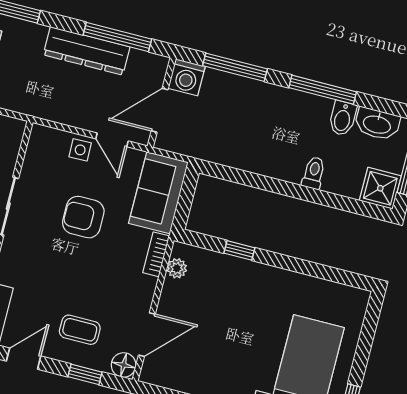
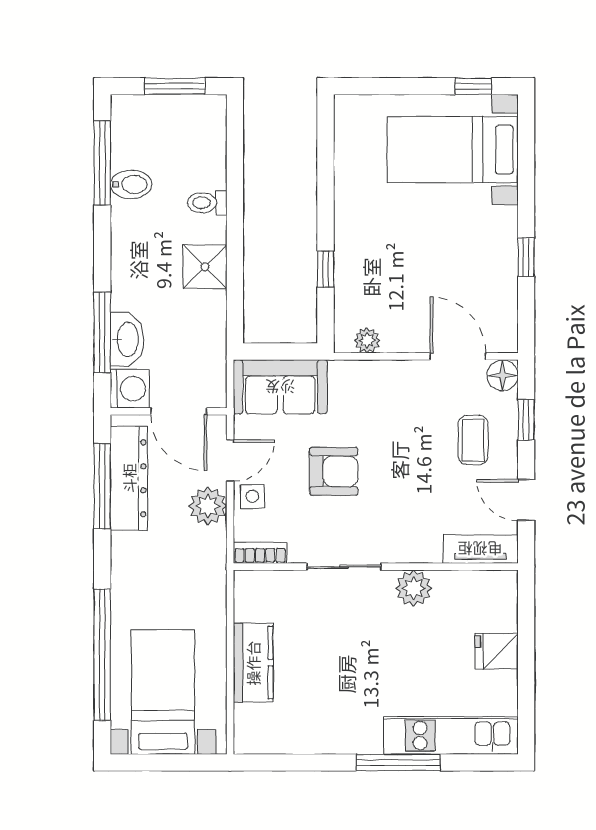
dresser: (87, 51) -> (129, 478), moved
window: (323, 90) -> (102, 163), moved
plant: (81, 114) -> (208, 506), added
washbasin: (377, 124) -> (127, 339), moved
shower: (380, 188) -> (205, 267), moved
armchair: (83, 217) -> (334, 471), turned -90
bookcase: (156, 254) -> (260, 553), moved, turned 180

